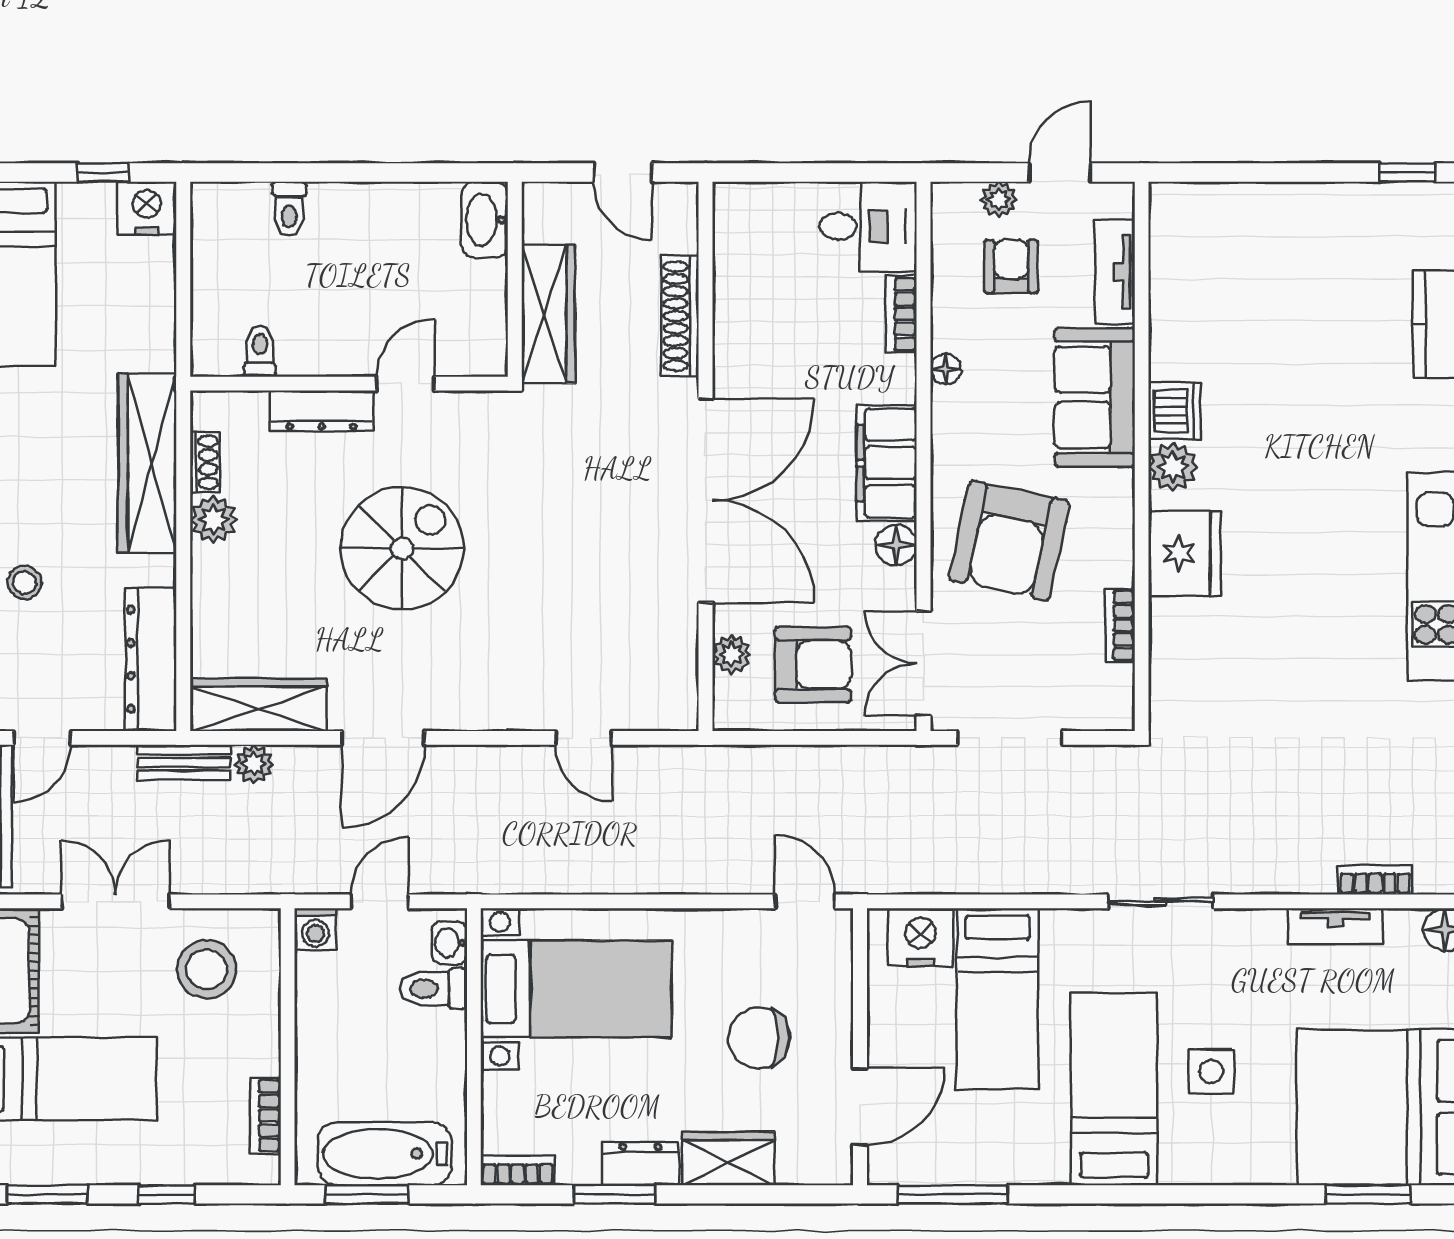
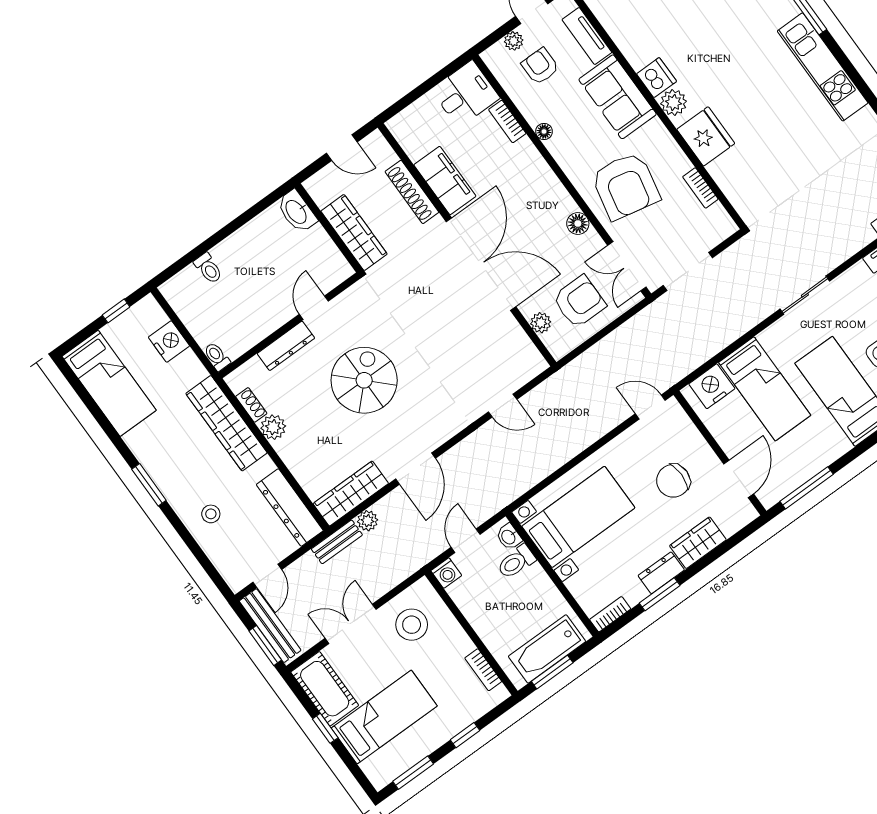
nightstand: (147, 208) -> (169, 342), moved, turned 90
toilet: (260, 351) -> (217, 357), moved
filing cabinet: (887, 463) -> (445, 180), moved, turned 180

